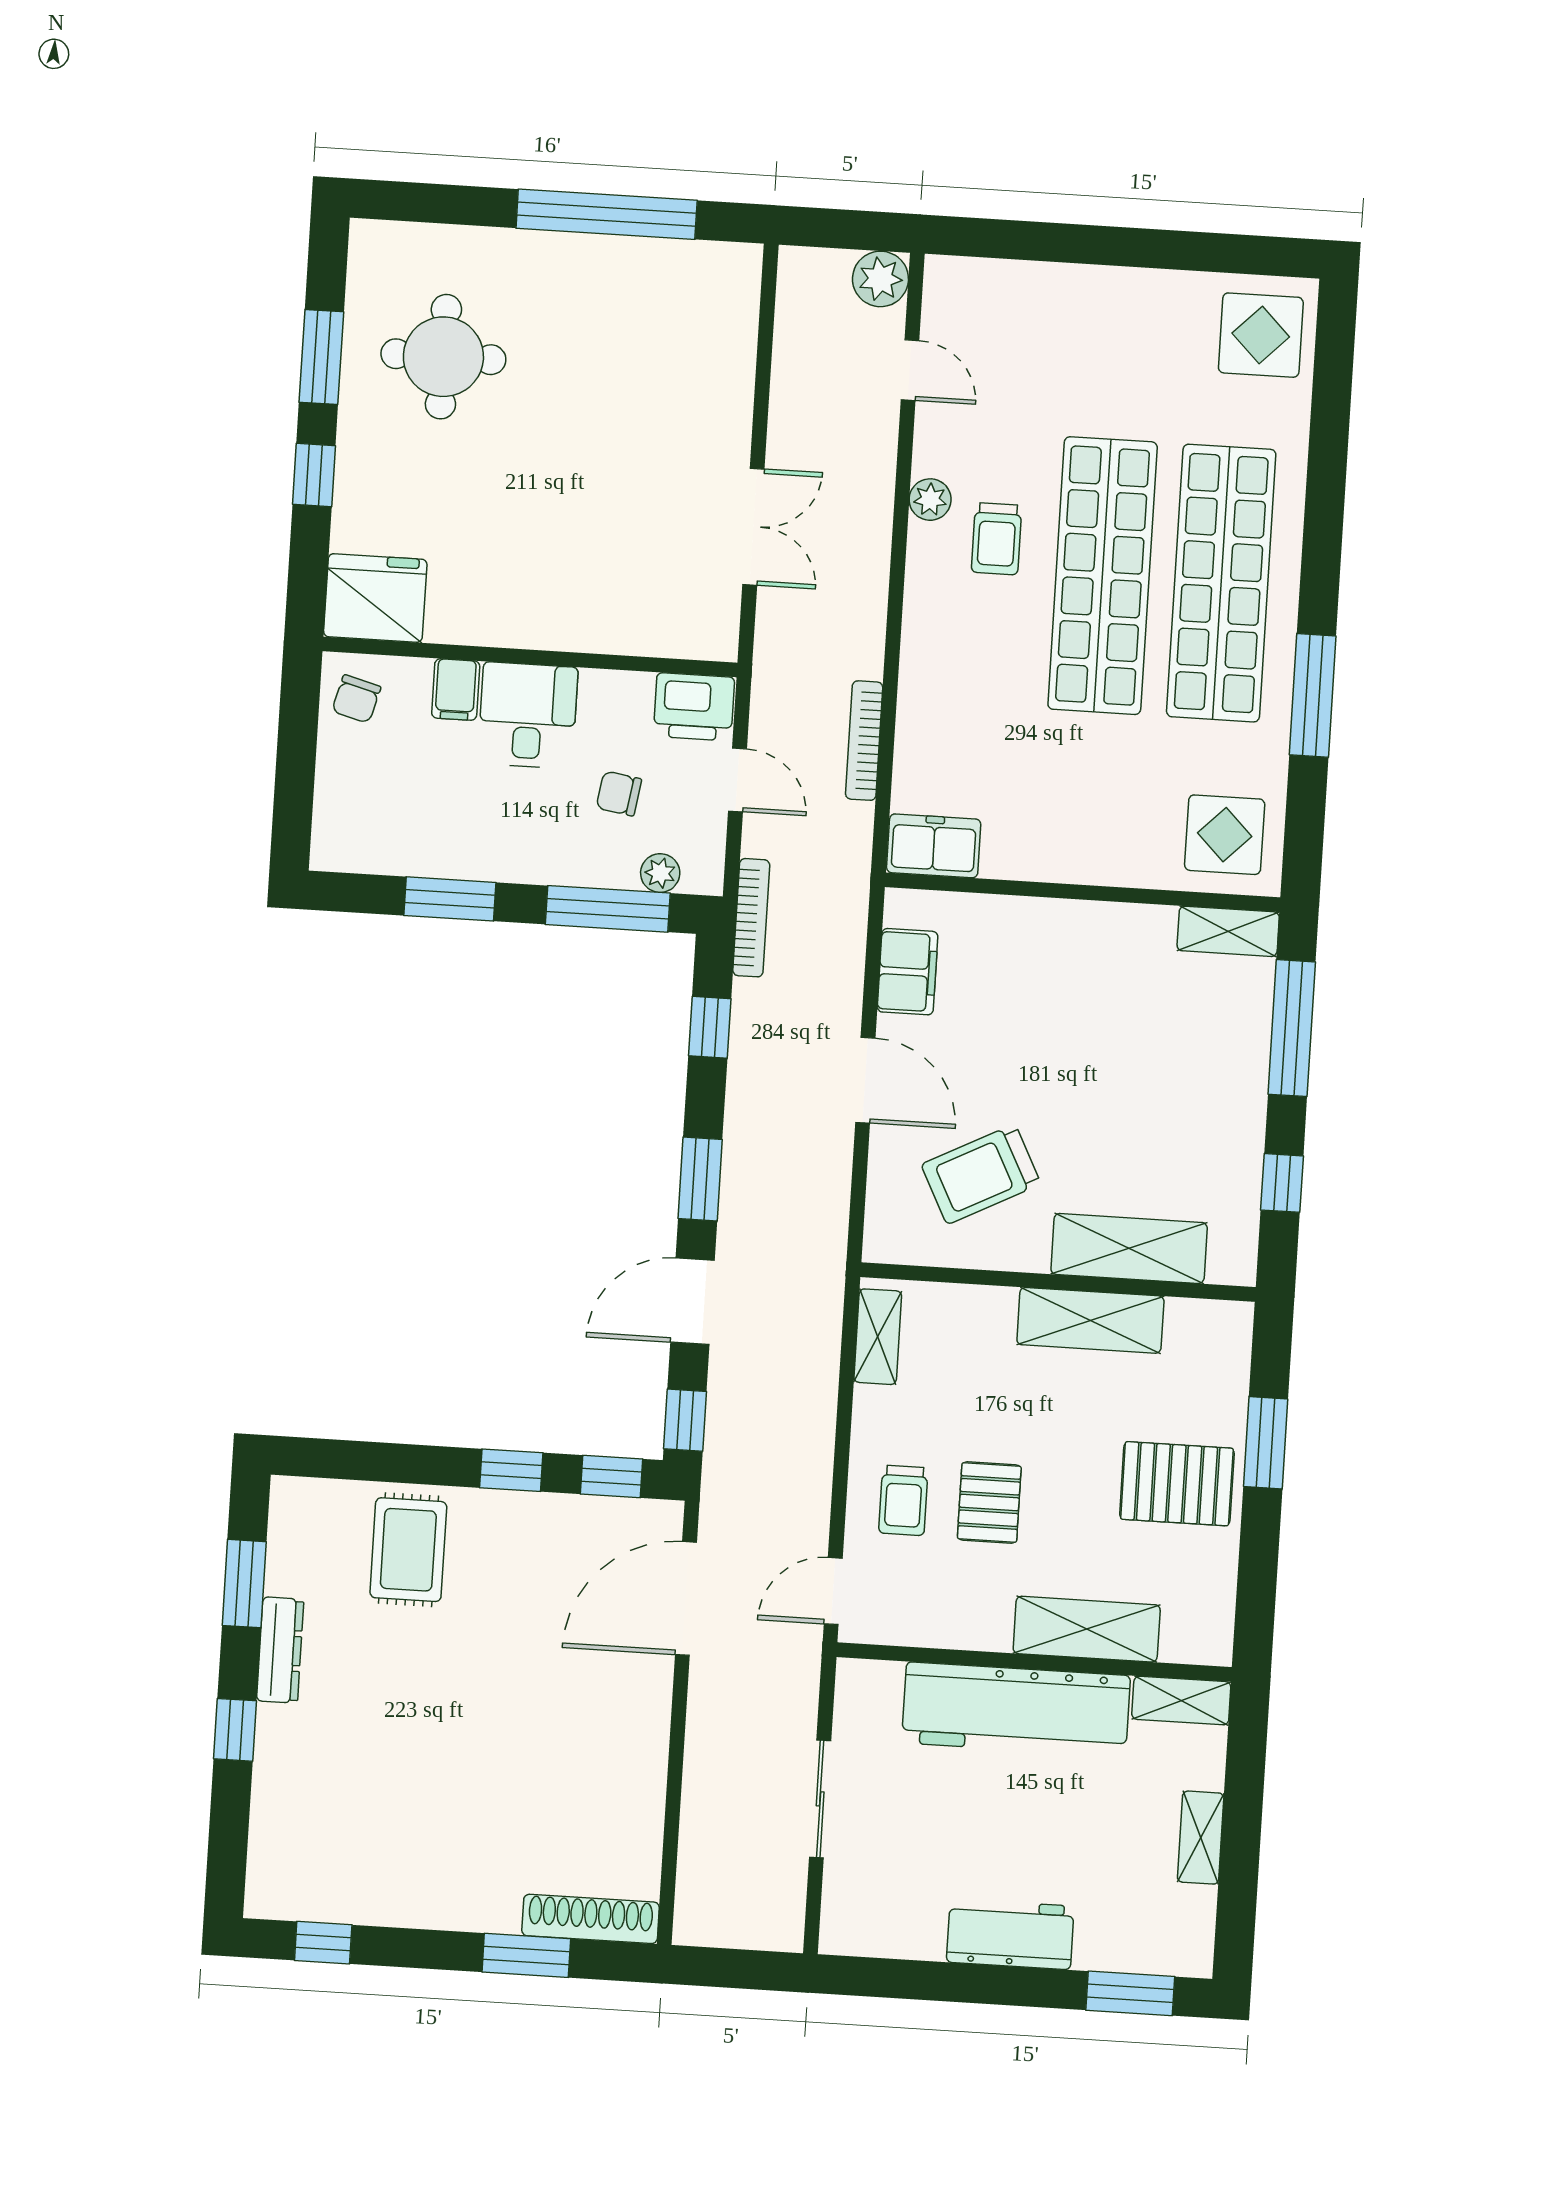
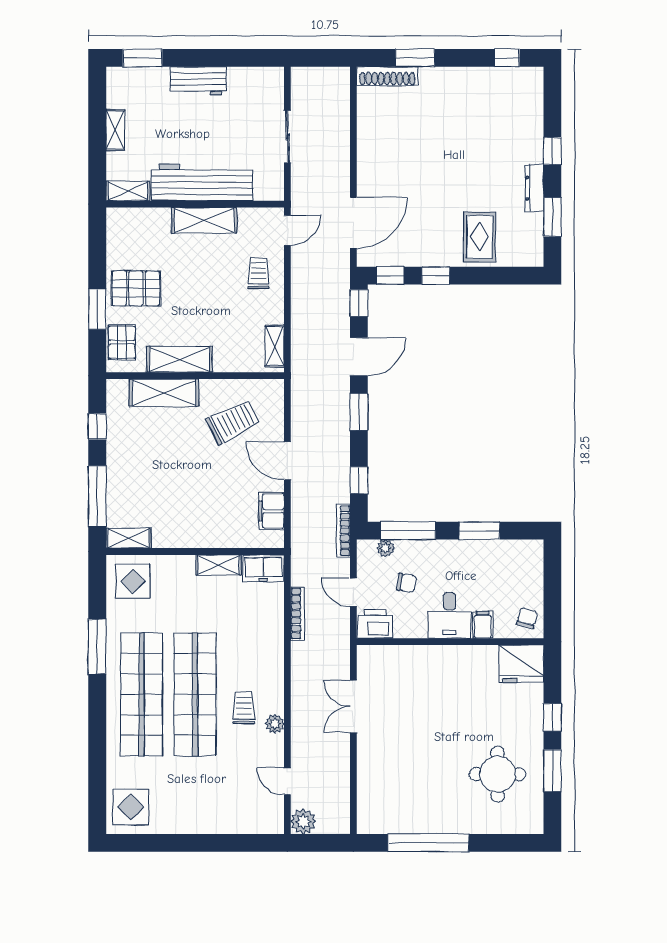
shelving: (1032, 859) -> (219, 565), added
pallet: (989, 1502) -> (122, 342), moved
shelving: (1087, 1629) -> (204, 220), moved

